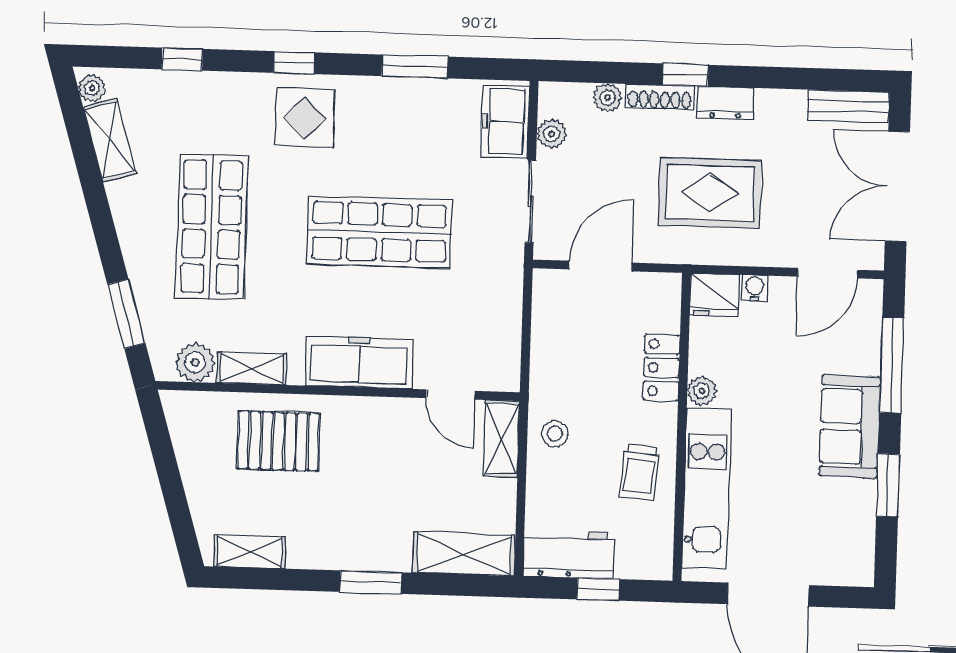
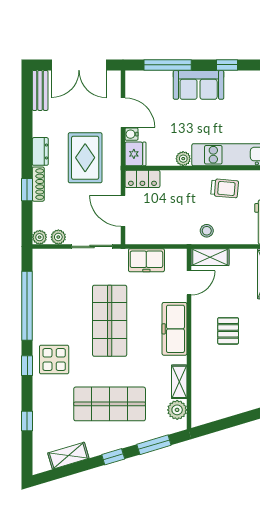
window: (415, 66) -> (27, 306), width x2.11
window: (685, 75) -> (27, 190), moved
plant: (92, 88) -> (43, 465), removed
plant: (608, 98) -> (40, 237), moved
freezer: (505, 122) -> (146, 260), moved
window: (104, 231) -> (113, 457), added
door: (828, 273) -> (123, 113), moved
locker: (662, 368) -> (142, 179), moved
pallet: (278, 441) -> (228, 331), moved, width x0.67, depth x0.71
window: (888, 485) -> (227, 65), width x0.67

